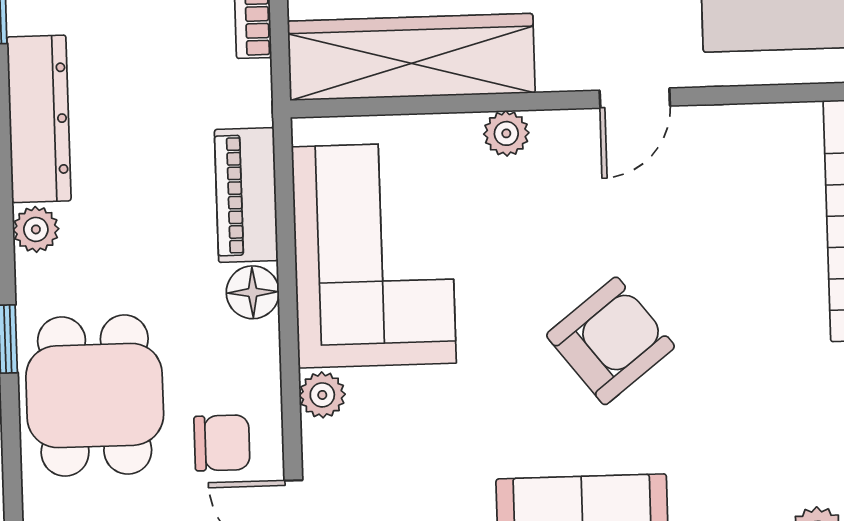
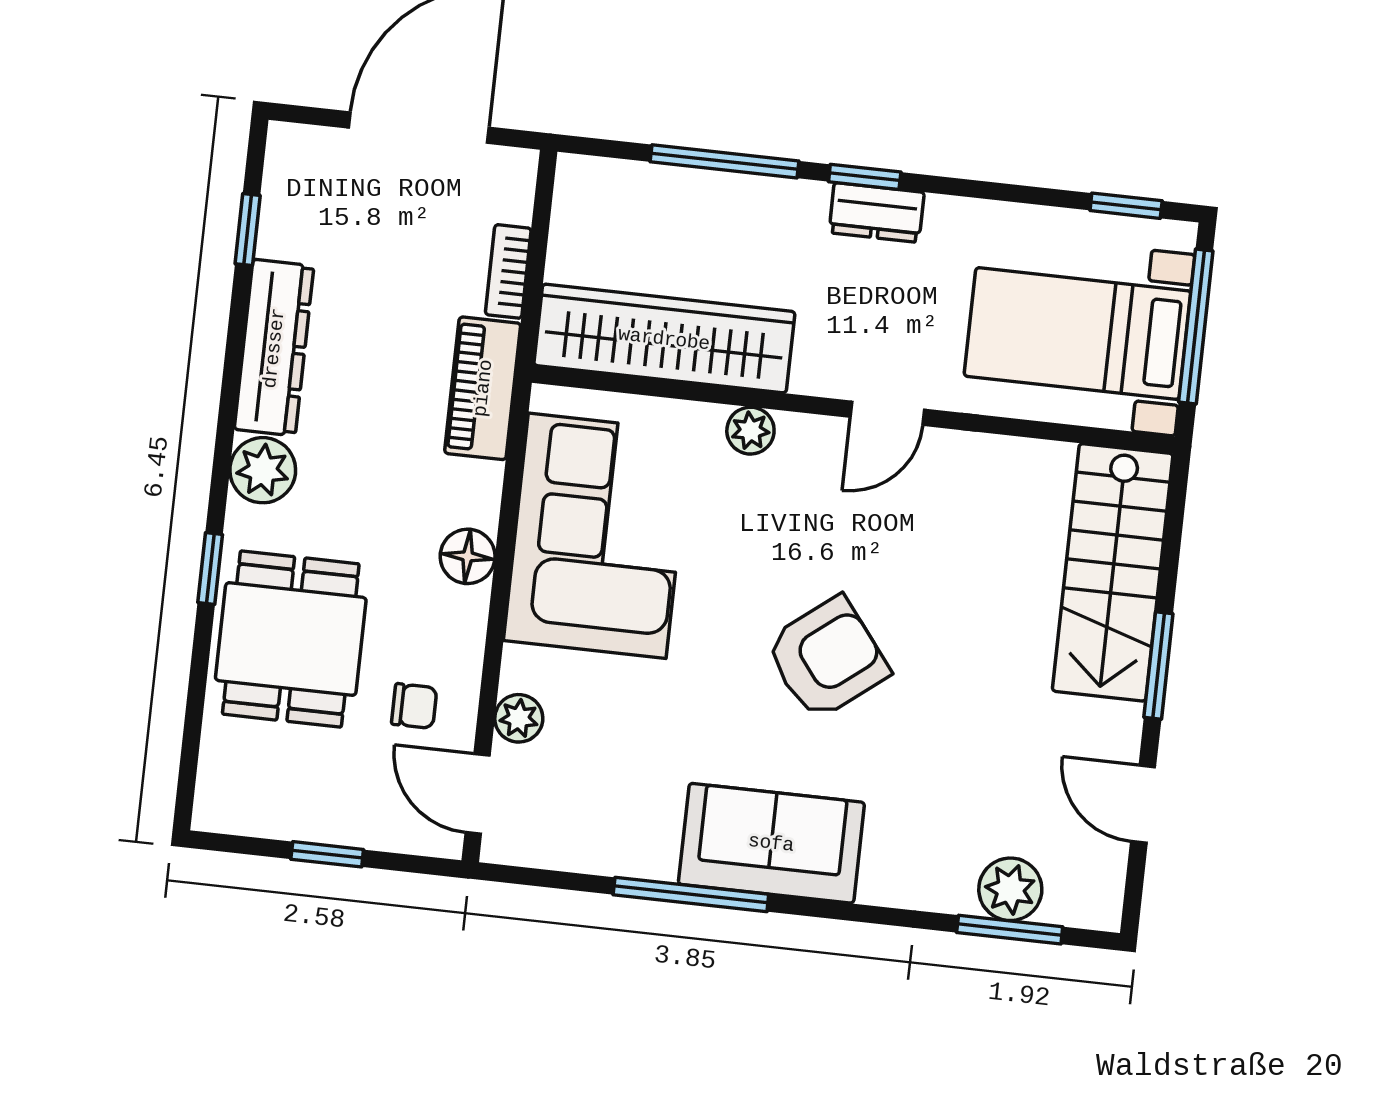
piano: (246, 195) -> (483, 388), moved
plant: (36, 229) -> (263, 470), width x1.38, depth x1.38
plant: (322, 395) -> (519, 718), moved
chair: (222, 443) -> (414, 706), width x0.73, depth x0.73

